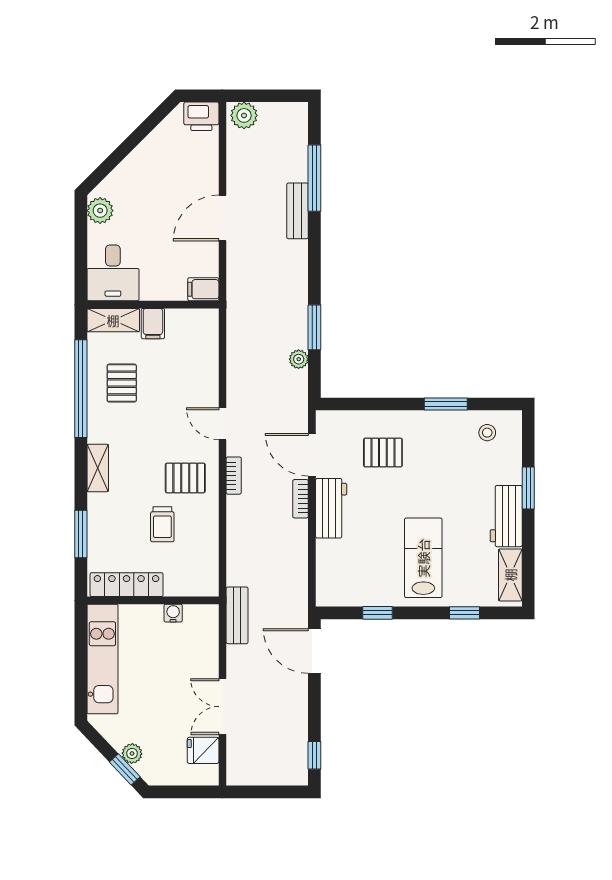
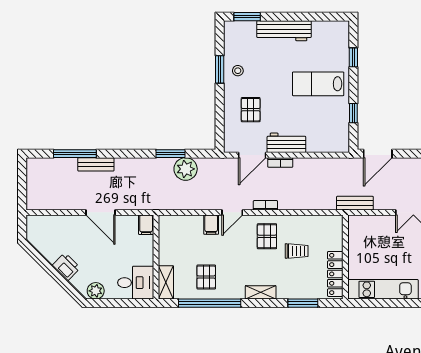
plant: (244, 115) -> (35, 199), removed
printer: (201, 116) -> (66, 267), moved, turned -45
filing cabinet: (153, 324) -> (211, 225), moved, turned 90
plant: (299, 359) -> (186, 169), width x1.87, depth x1.87
pallet: (122, 383) -> (206, 277), turned 90
stool: (487, 433) -> (238, 71), moved
window: (528, 488) -> (247, 17), moved
workbench: (506, 516) -> (284, 31), width x1.38
shelving: (510, 575) -> (329, 28), removed
water cooler: (173, 613) -> (354, 244), removed

